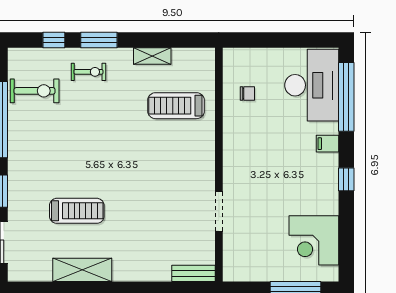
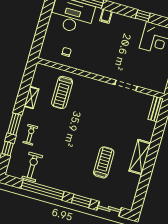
window: (346, 179) -> (143, 16), moved
shelving: (82, 270) -> (140, 157), moved

